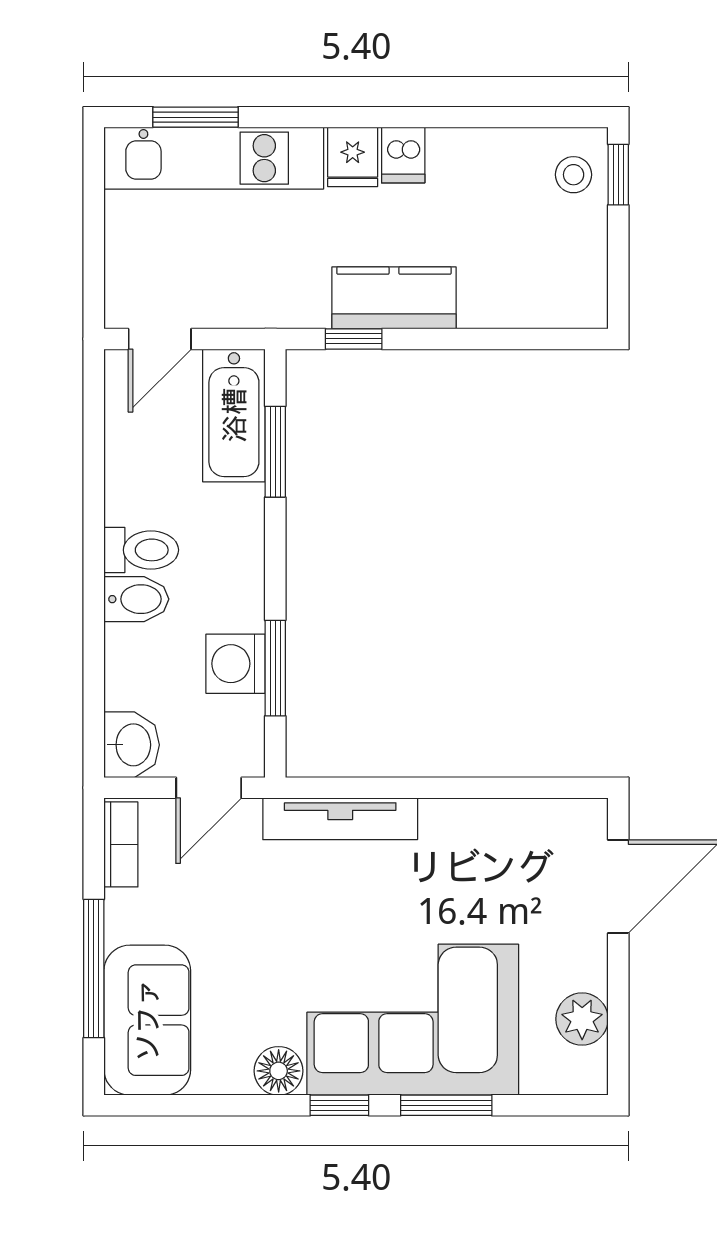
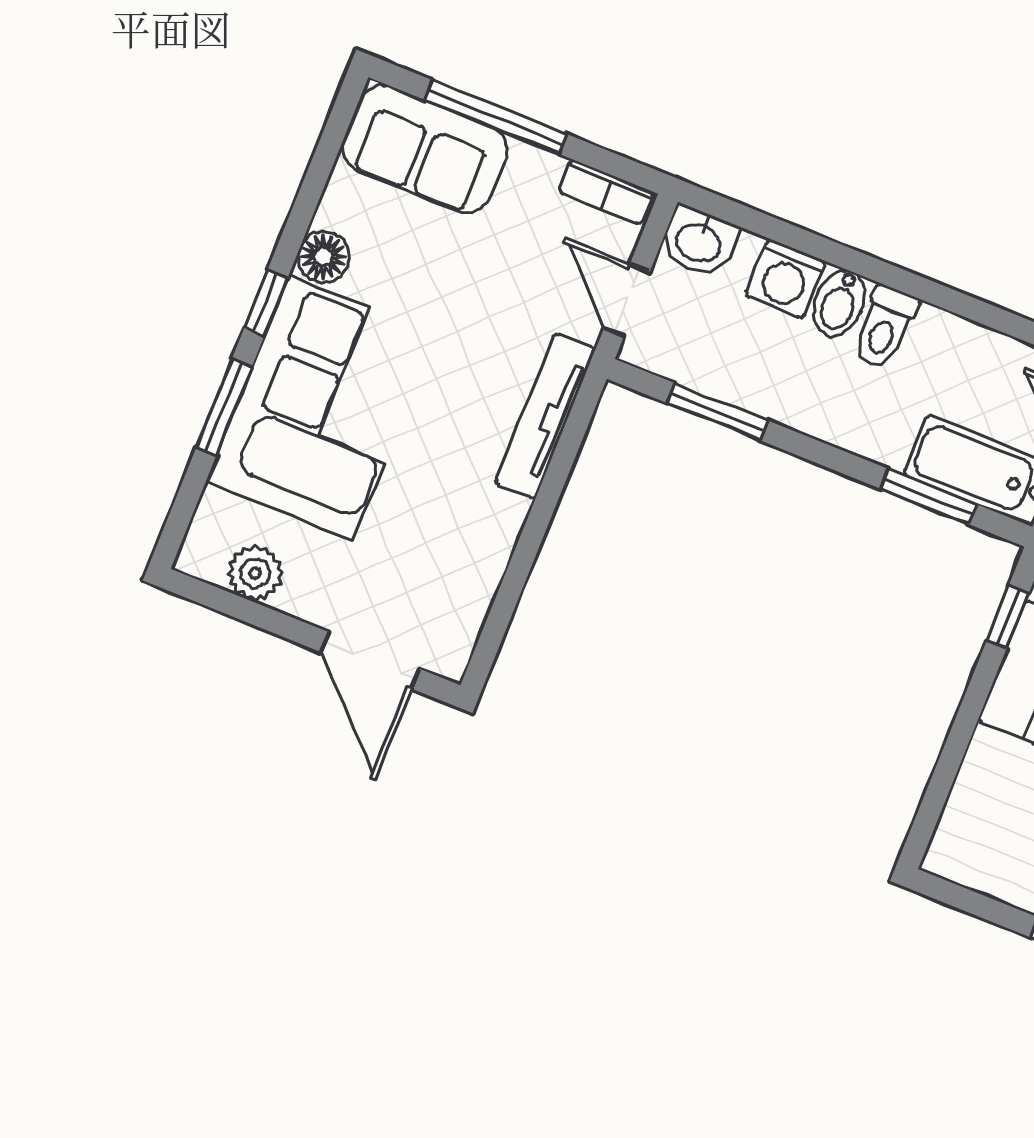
washing machine: (236, 664) -> (786, 278), moved, turned 180

